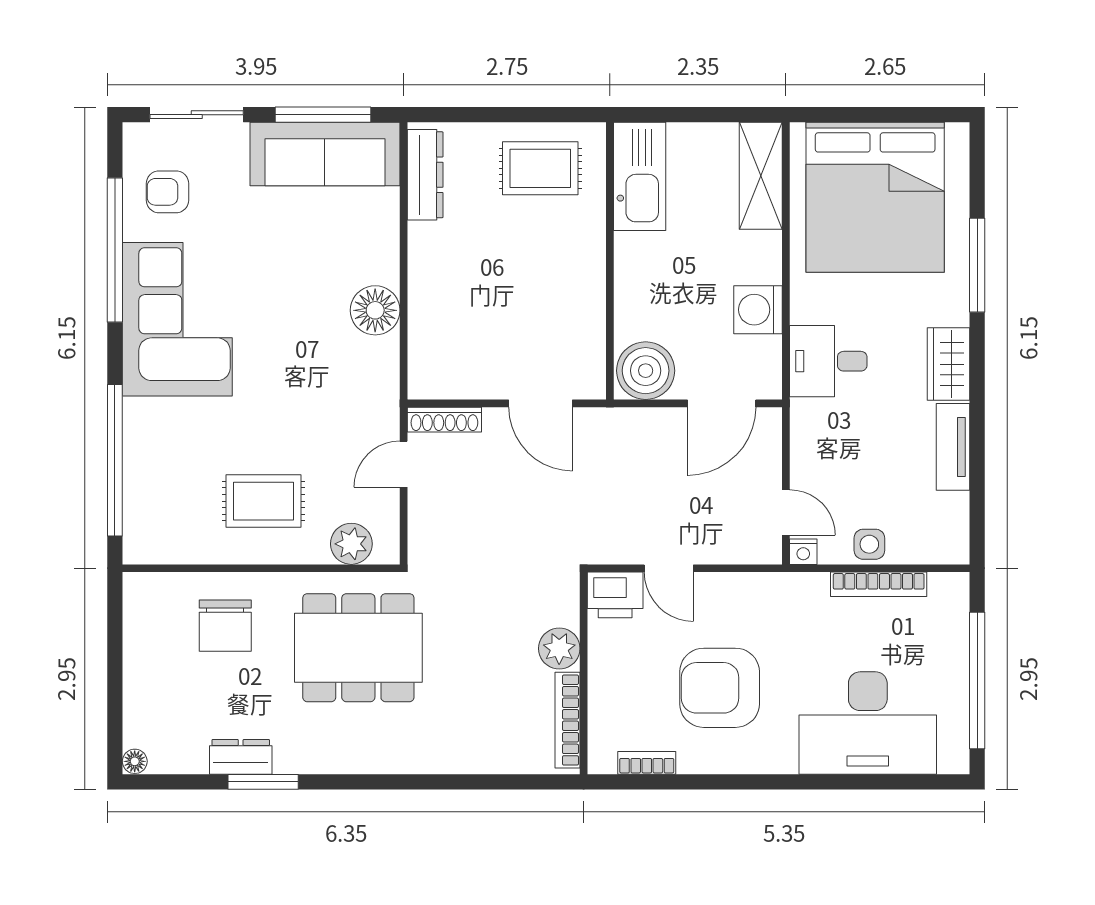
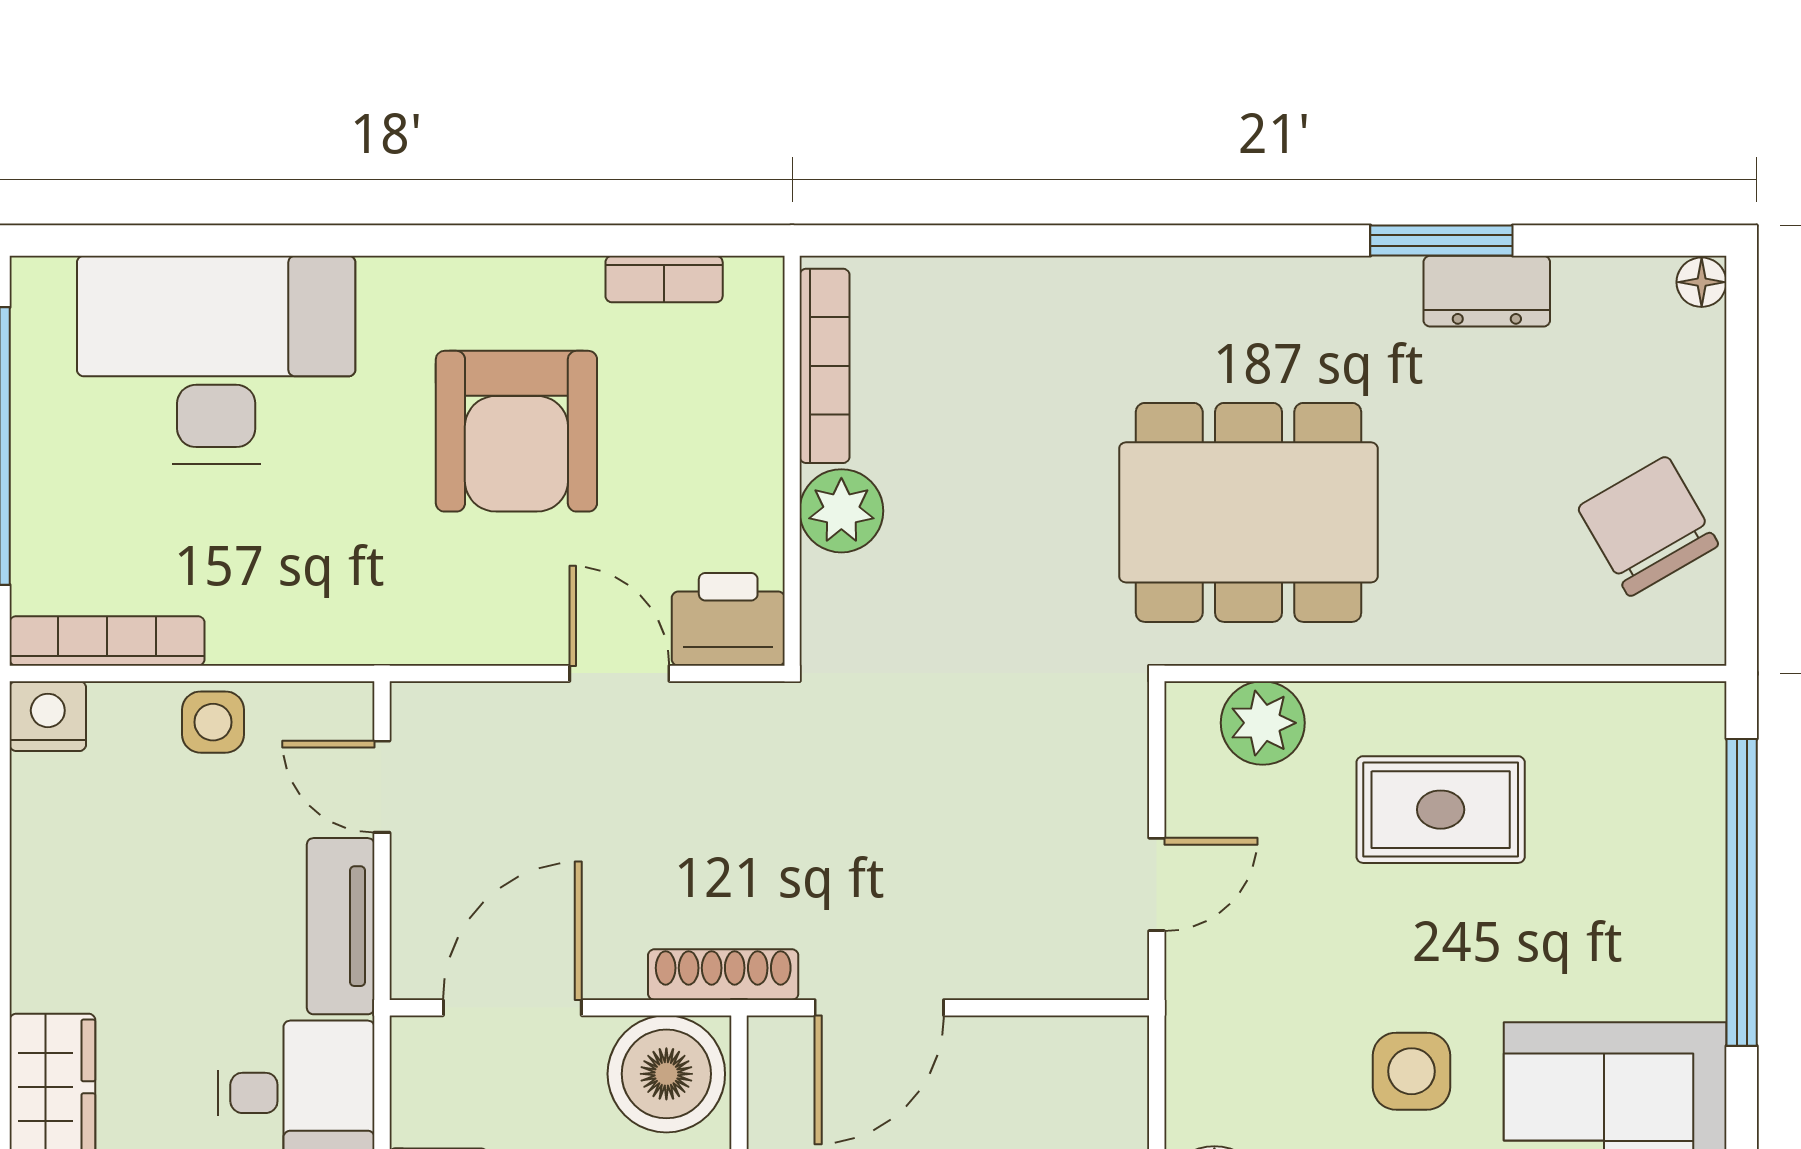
side table: (278, 372) -> (1412, 1071), added
door: (541, 403) -> (879, 1008), swing flipped
shoe rack: (444, 420) -> (723, 975), moved
tv unit: (953, 447) -> (341, 926), moved, turned 180
nightstand: (803, 552) -> (48, 716), moved, width x1.39, depth x1.35
bookcase: (879, 584) -> (107, 641), moved
chair: (225, 626) -> (1648, 526), moved, turned -30
armchair: (720, 688) -> (516, 431), turned 90

